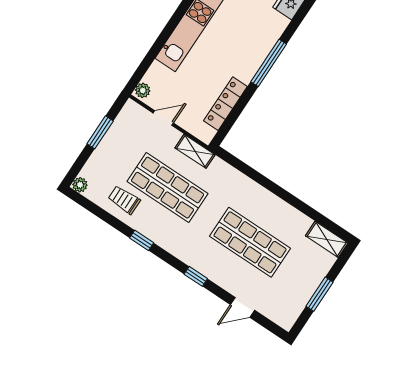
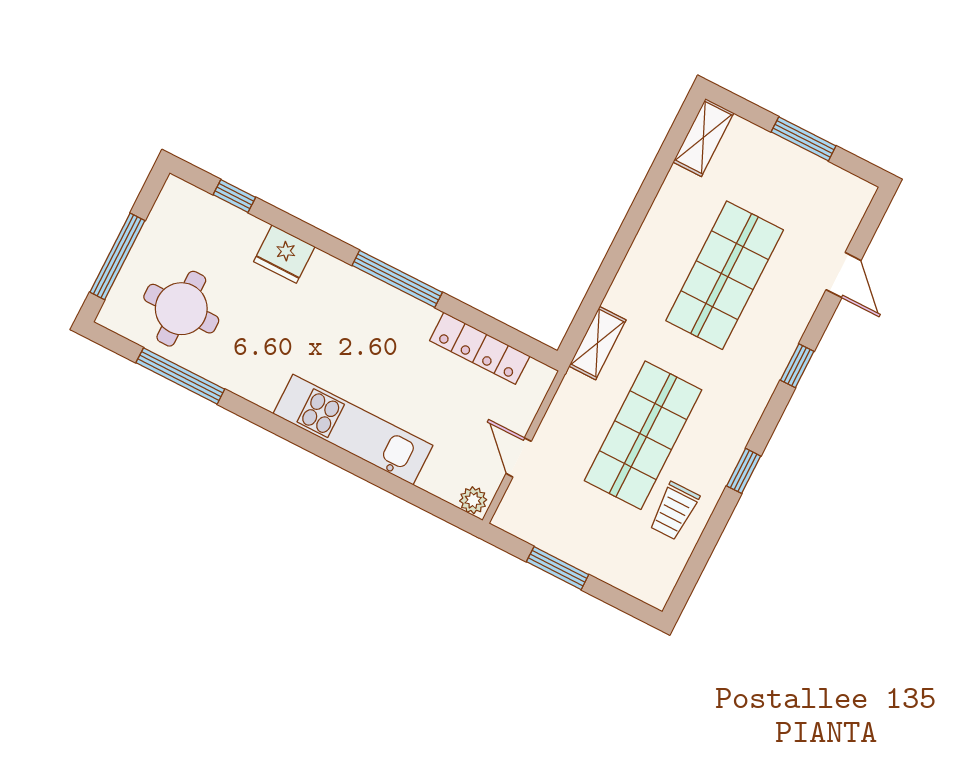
shelving: (195, 151) -> (598, 343), moved
plant: (80, 185) -> (656, 594), removed

